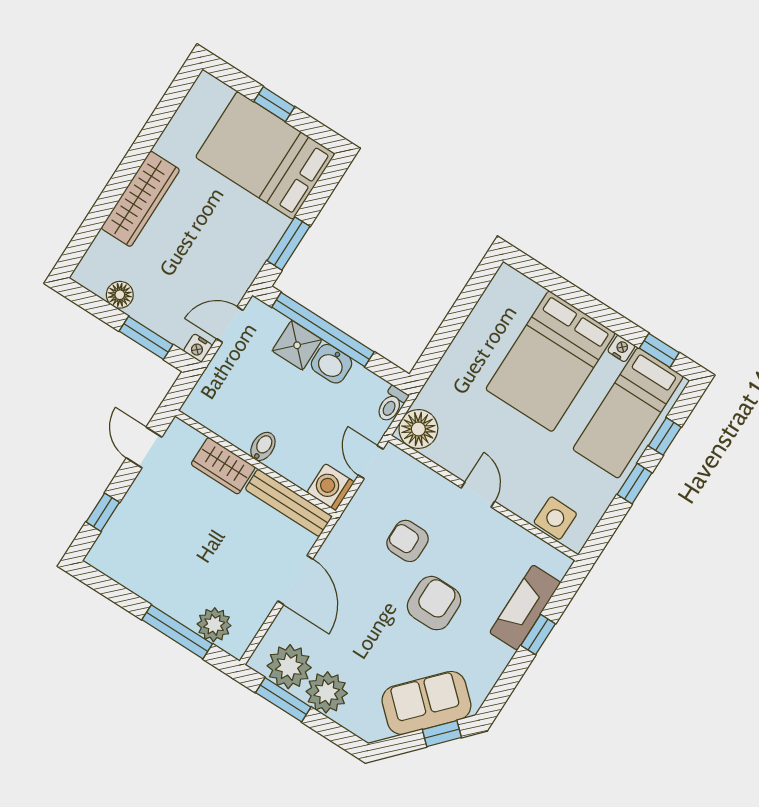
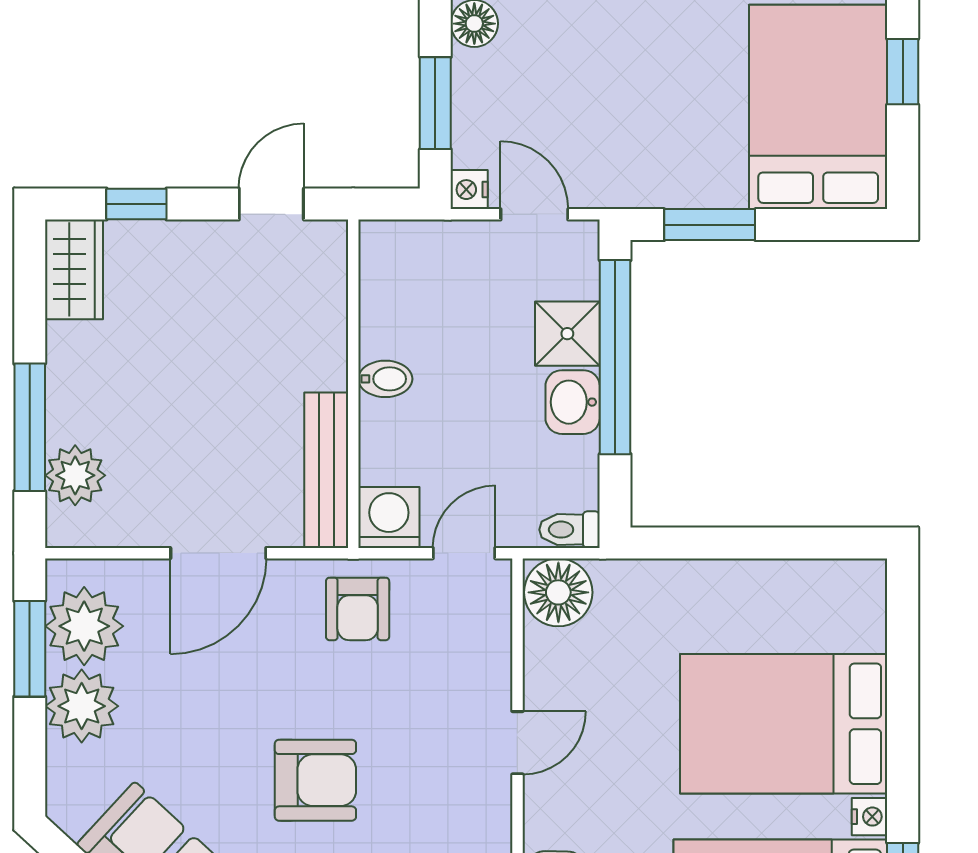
wardrobe: (223, 466) -> (74, 269), moved, turned 180
armchair: (408, 541) -> (358, 609), moved, turned 180

